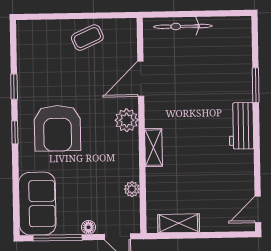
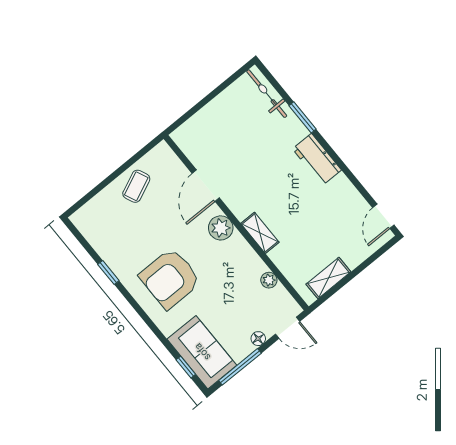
bicycle: (183, 26) -> (267, 94), moved, turned 90
armchair: (57, 128) -> (170, 278), turned 90
window: (15, 132) -> (186, 367), moved

